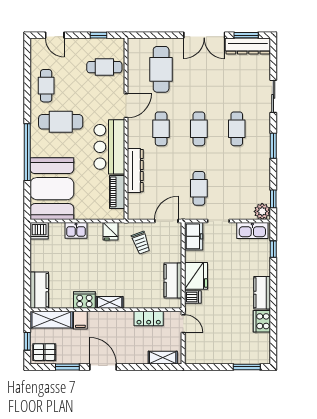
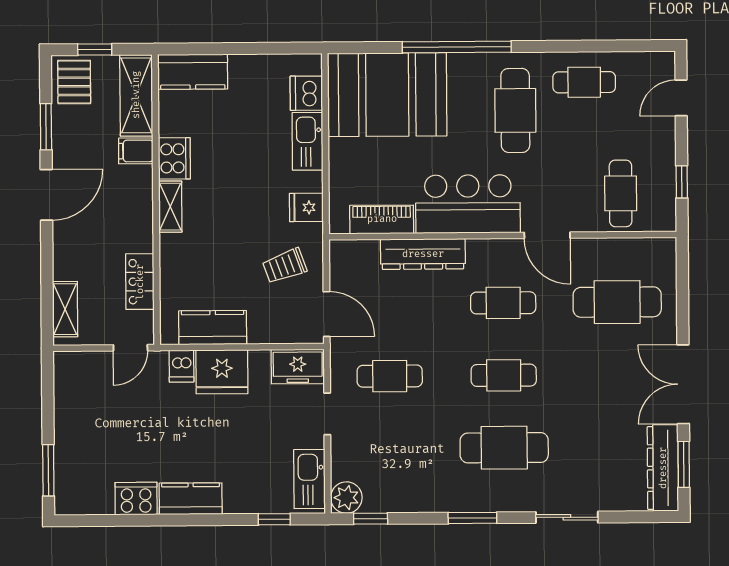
cafe table: (237, 129) -> (504, 448), width x1.37, depth x1.35
kitchen sink: (76, 230) -> (307, 141), width x1.38
dishwasher: (39, 231) -> (306, 93), moved

